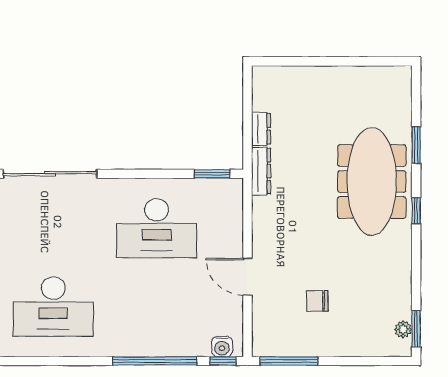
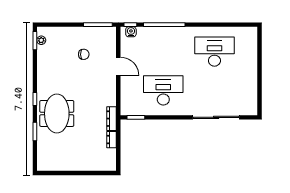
meeting table: (372, 182) -> (57, 113), width x0.73

